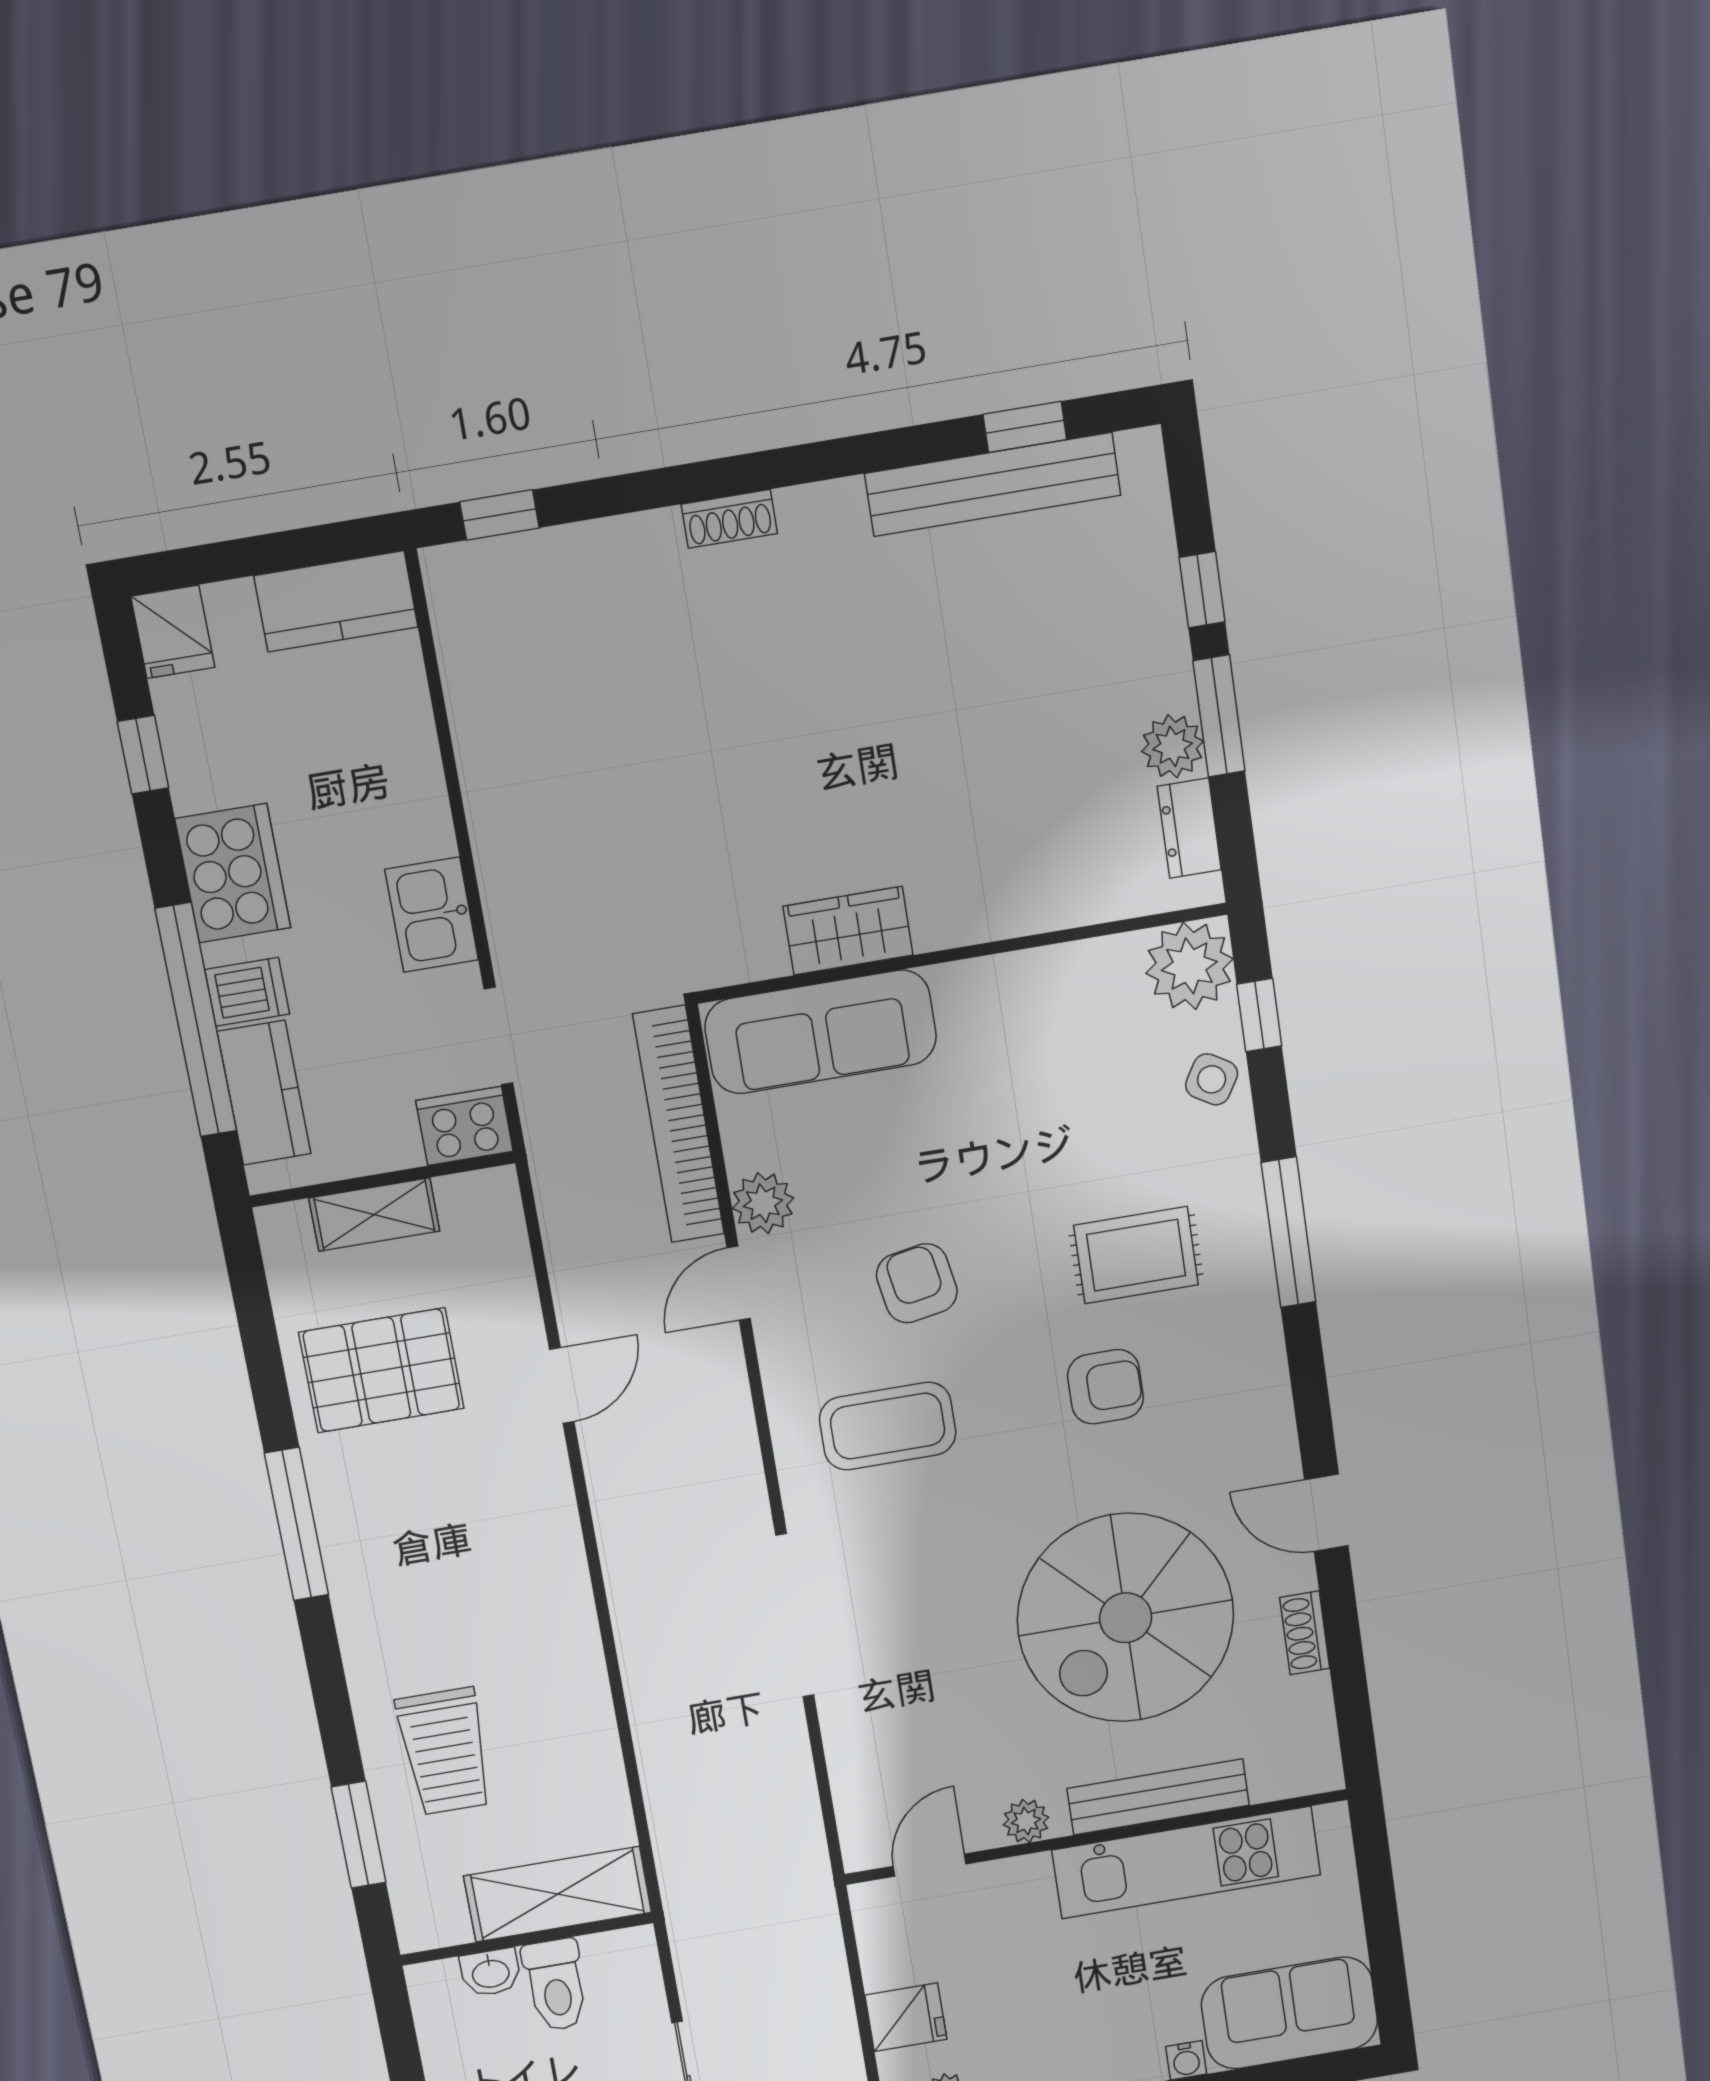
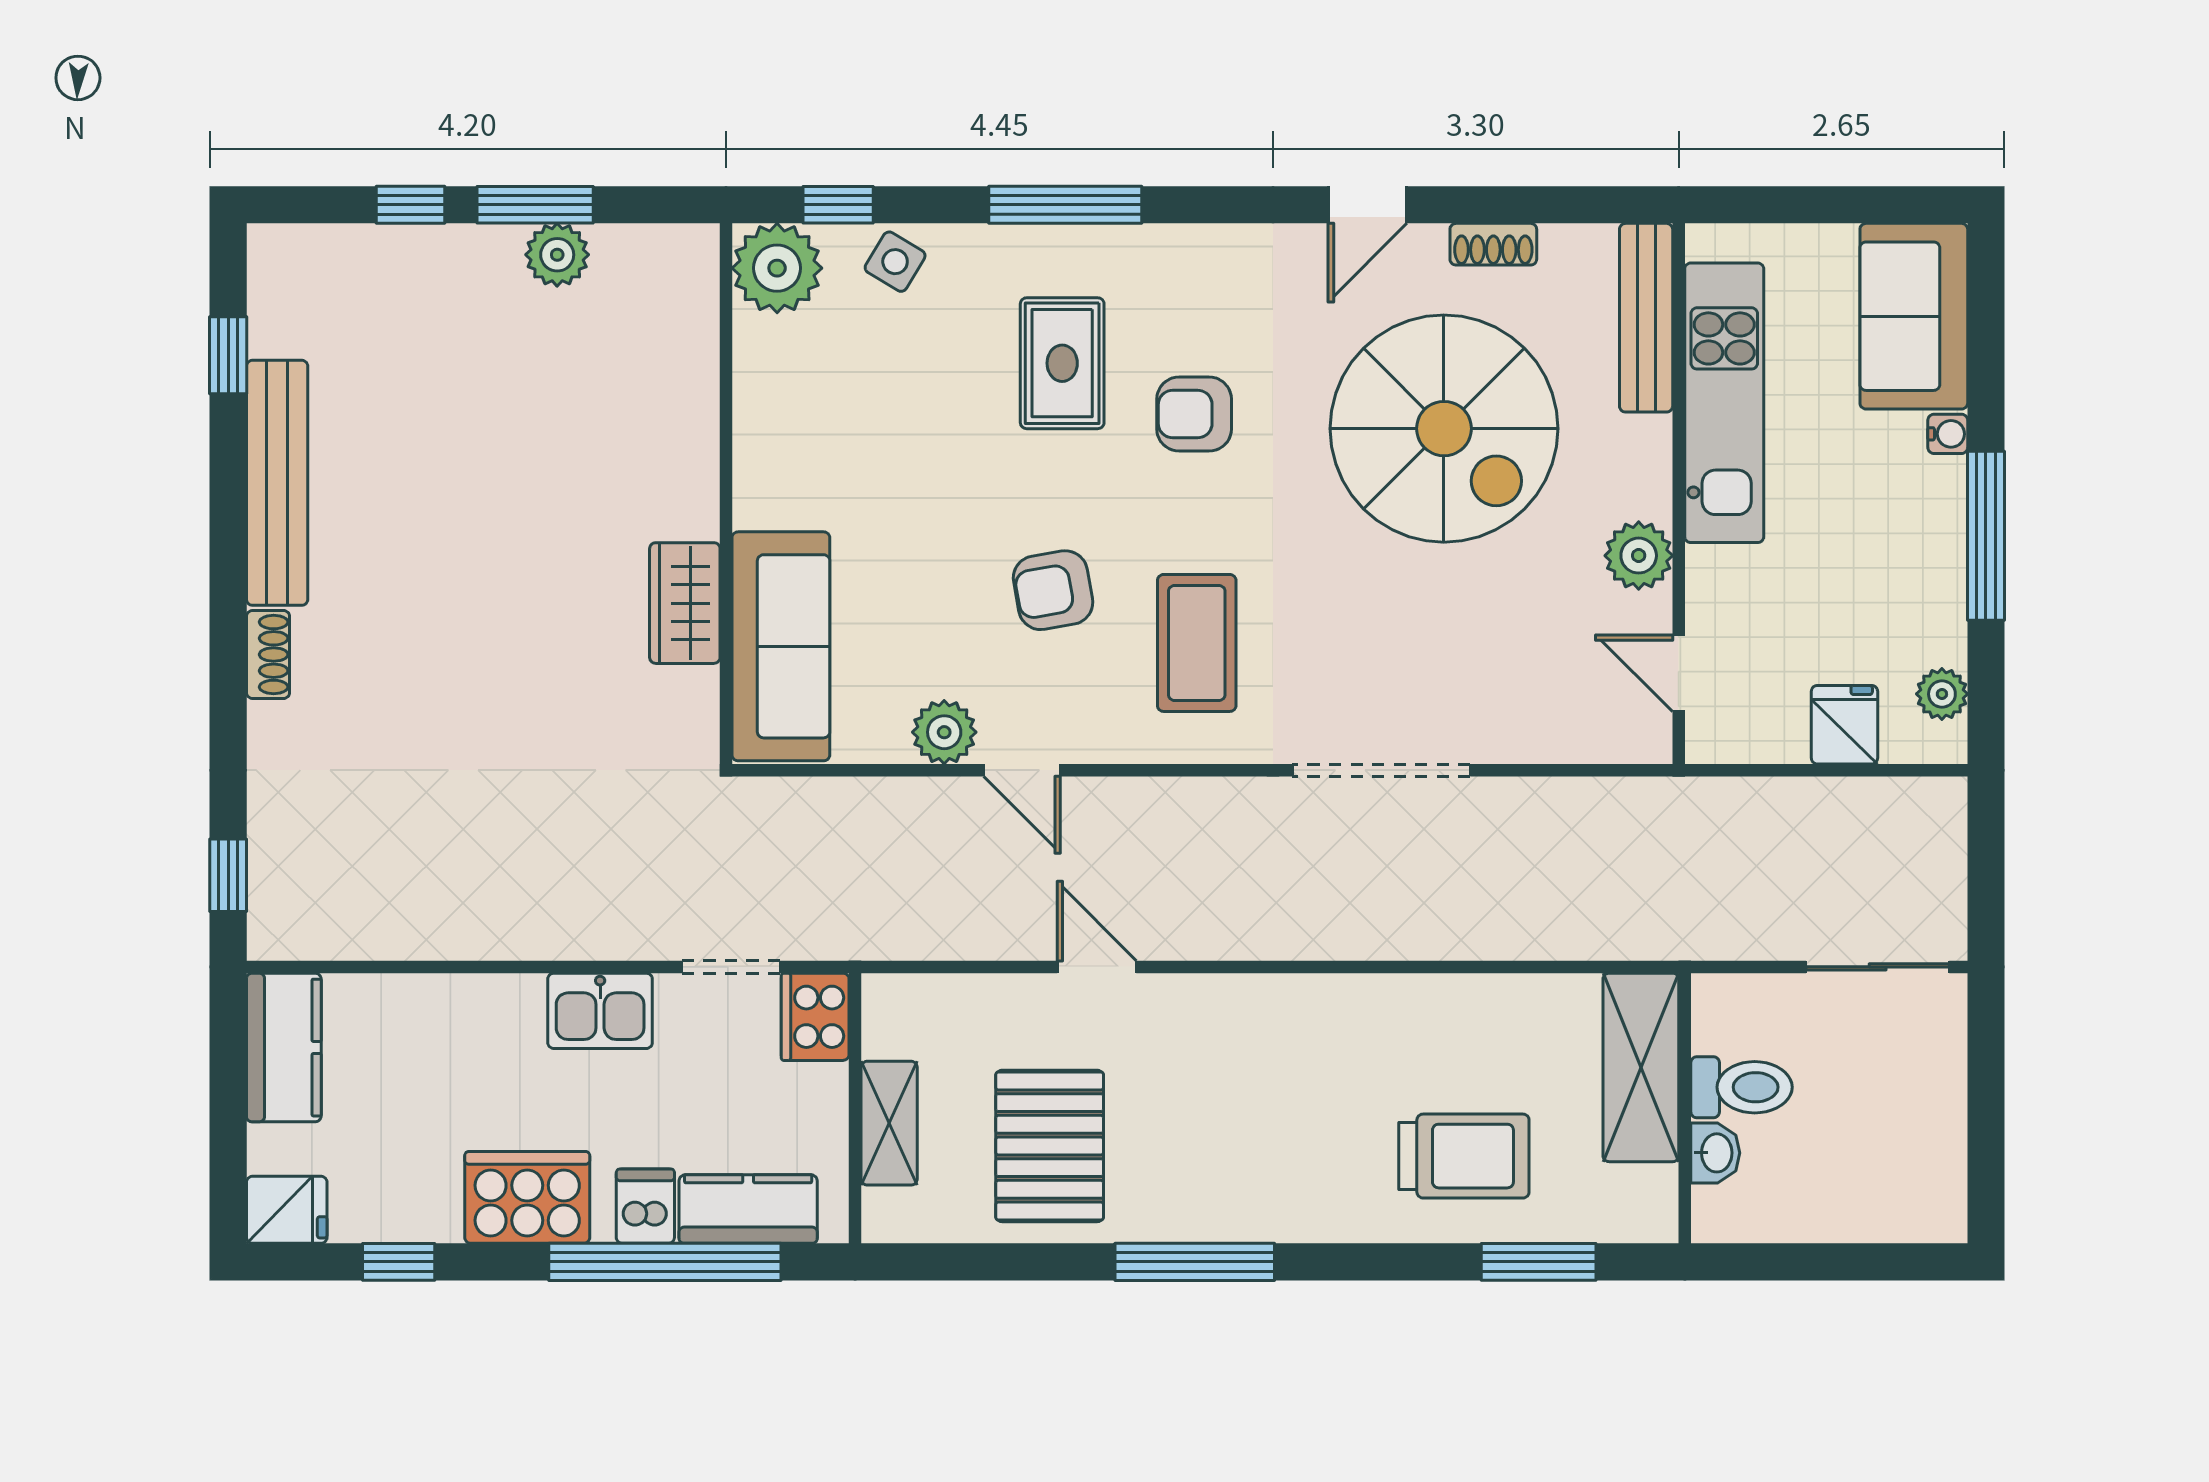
bench: (993, 484) -> (277, 483), moved
dresser: (1189, 828) -> (640, 249), removed
bookcase: (679, 1124) -> (850, 803), removed
armchair: (1105, 1387) -> (1194, 414), turned -90
bench: (1158, 1797) -> (1646, 318), moved
plant: (1026, 1821) -> (1639, 556), width x1.38, depth x1.38

